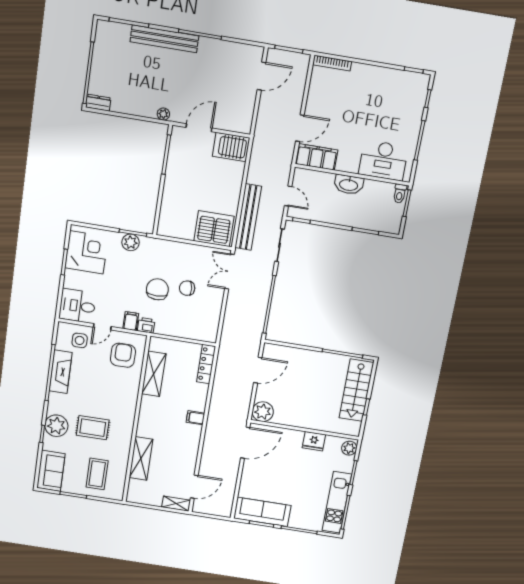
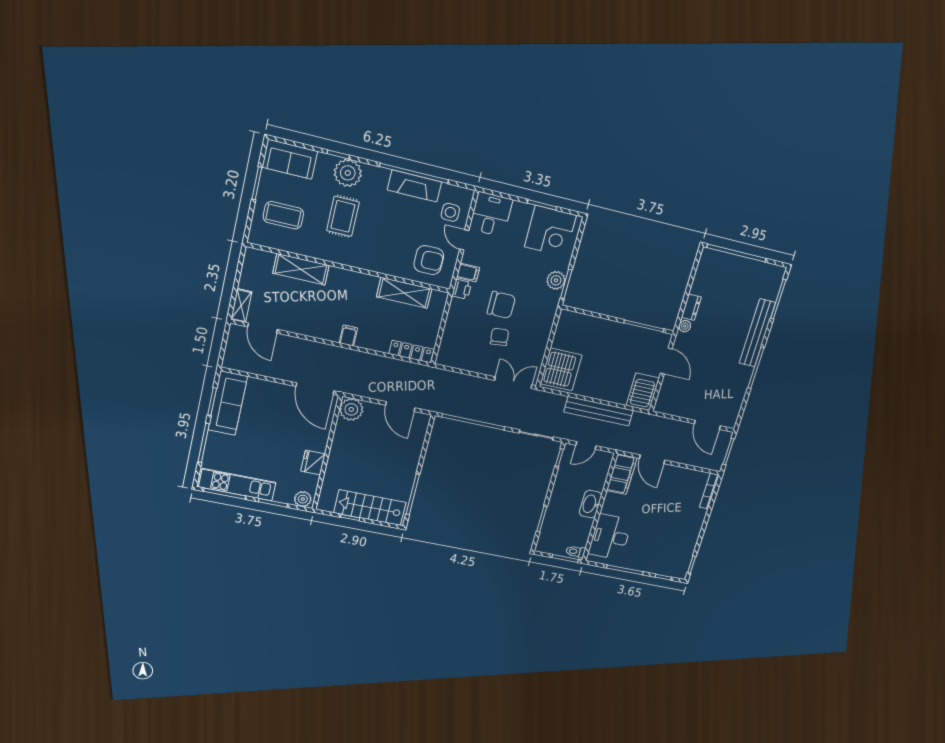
dresser: (98, 103) -> (691, 307), moved
bench: (248, 217) -> (599, 411), moved

